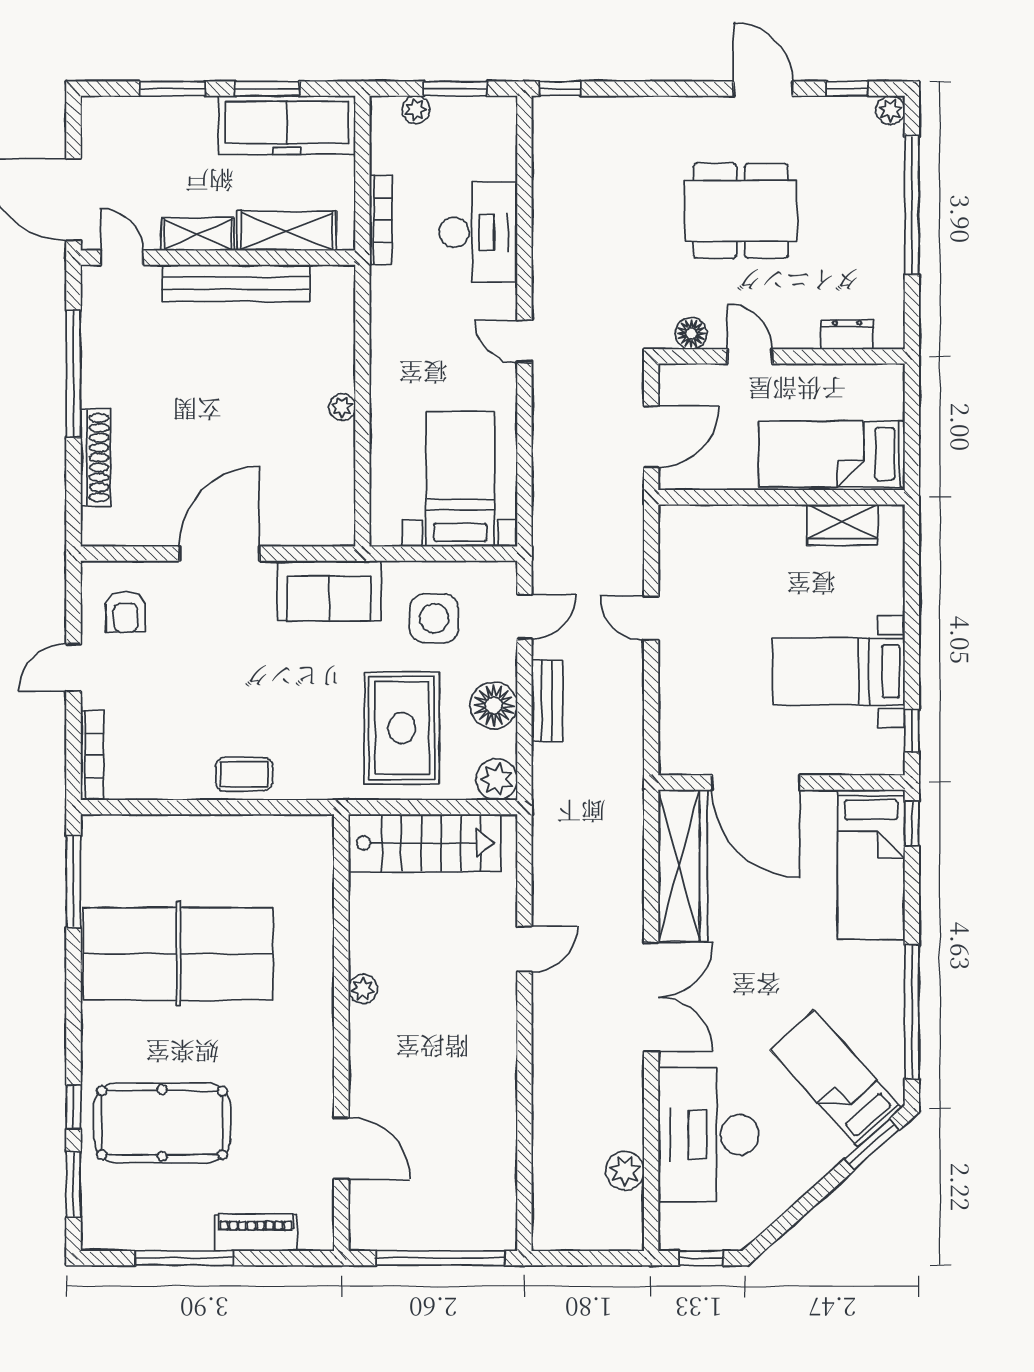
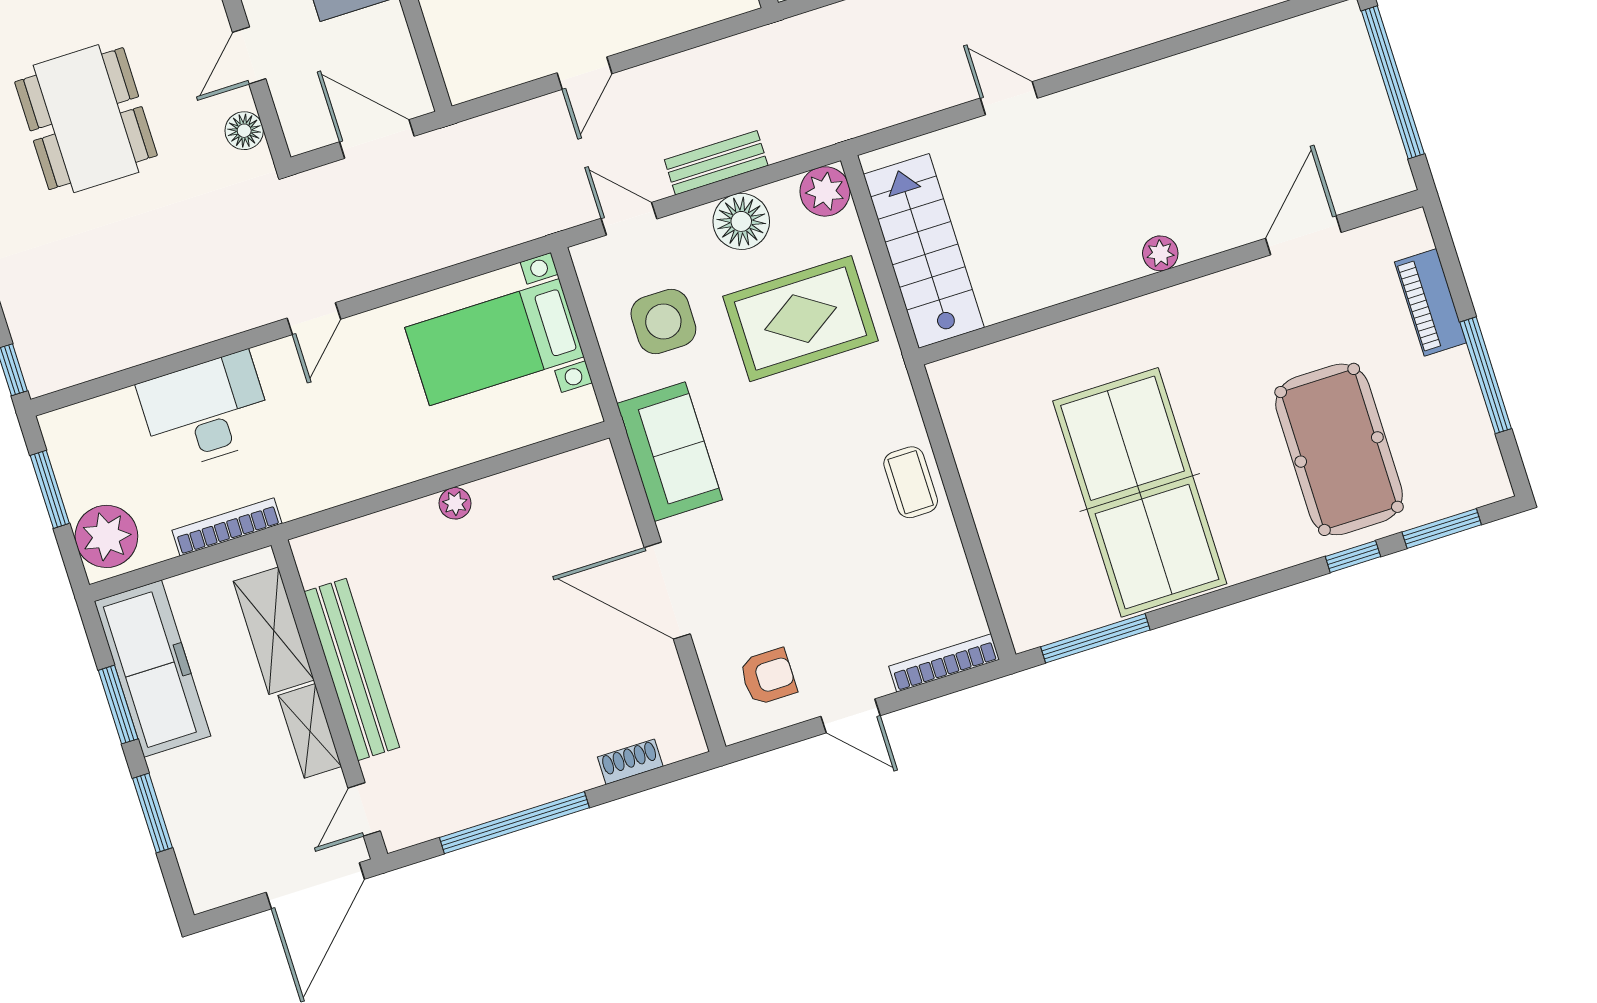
plant: (416, 110) -> (106, 536), width x1.87, depth x1.87
shoe rack: (96, 458) -> (630, 762), width x0.51, depth x0.81
plant: (363, 989) -> (1160, 253), moved

